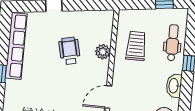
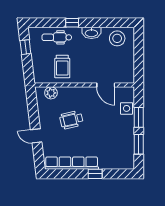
trolley: (136, 46) -> (62, 66), turned -90
plant: (103, 52) -> (51, 93), moved

